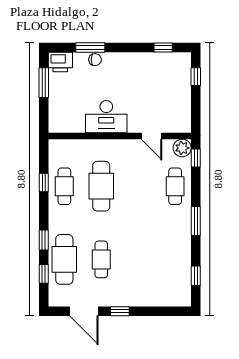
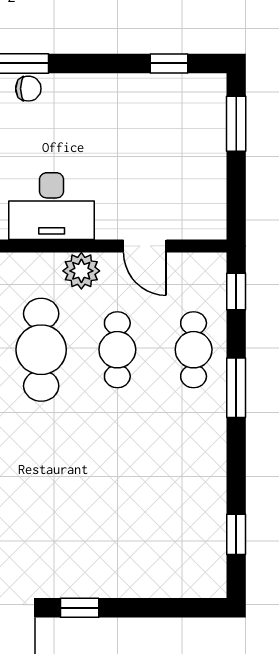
window: (196, 77) -> (236, 124), width x1.50
plant: (182, 148) -> (81, 271), moved
window: (196, 221) -> (236, 388), moved
cafe table: (101, 259) -> (117, 350), moved

